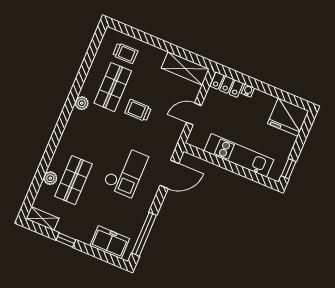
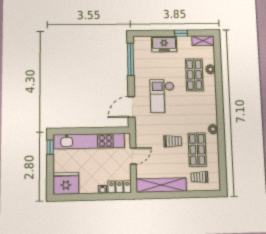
shelving: (185, 68) -> (161, 185), width x1.47
kitchen unit: (239, 155) -> (89, 141), width x1.36
freezer: (110, 242) -> (164, 44), moved

